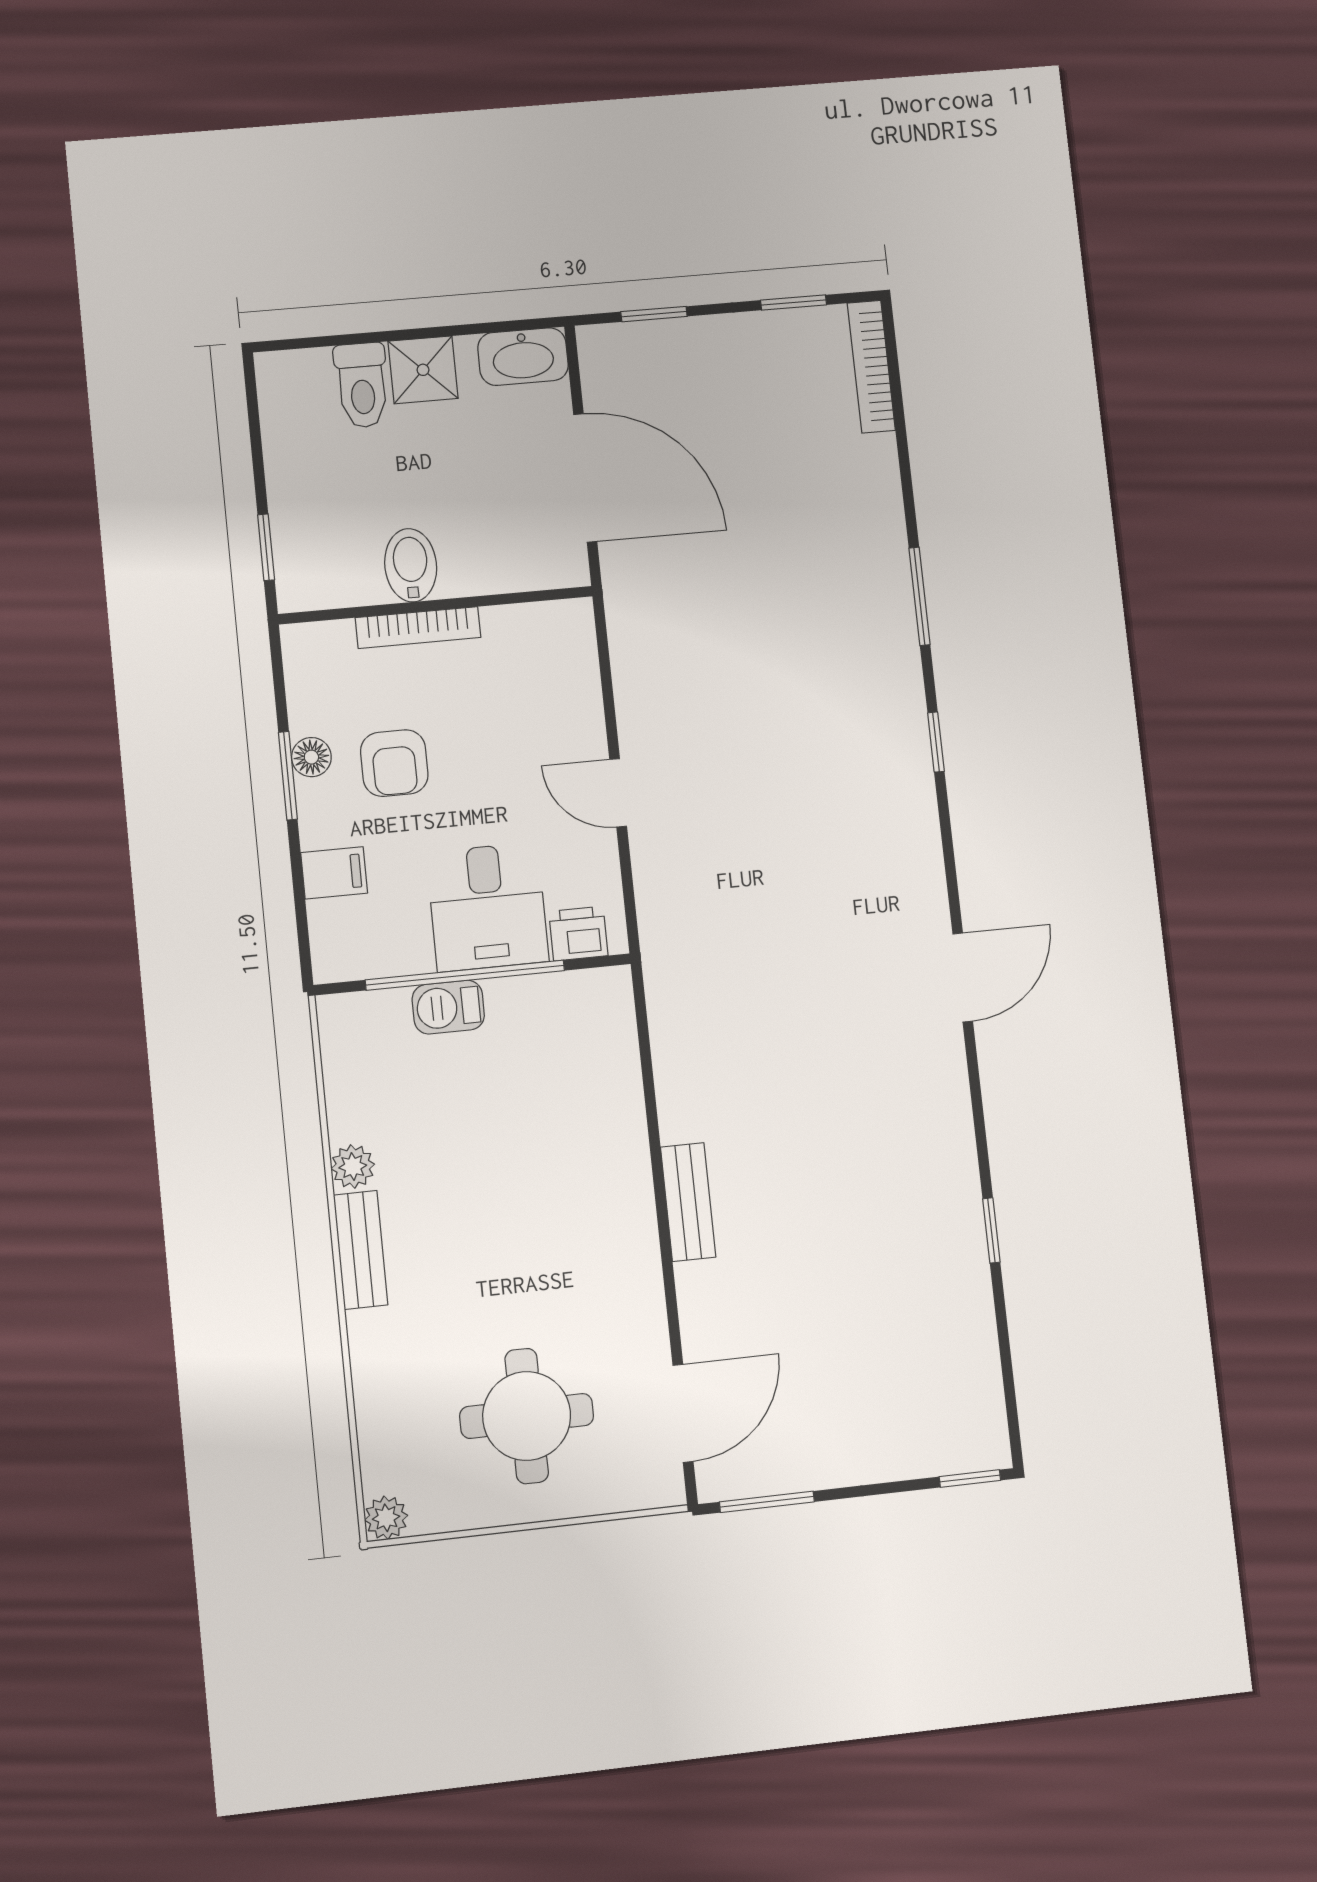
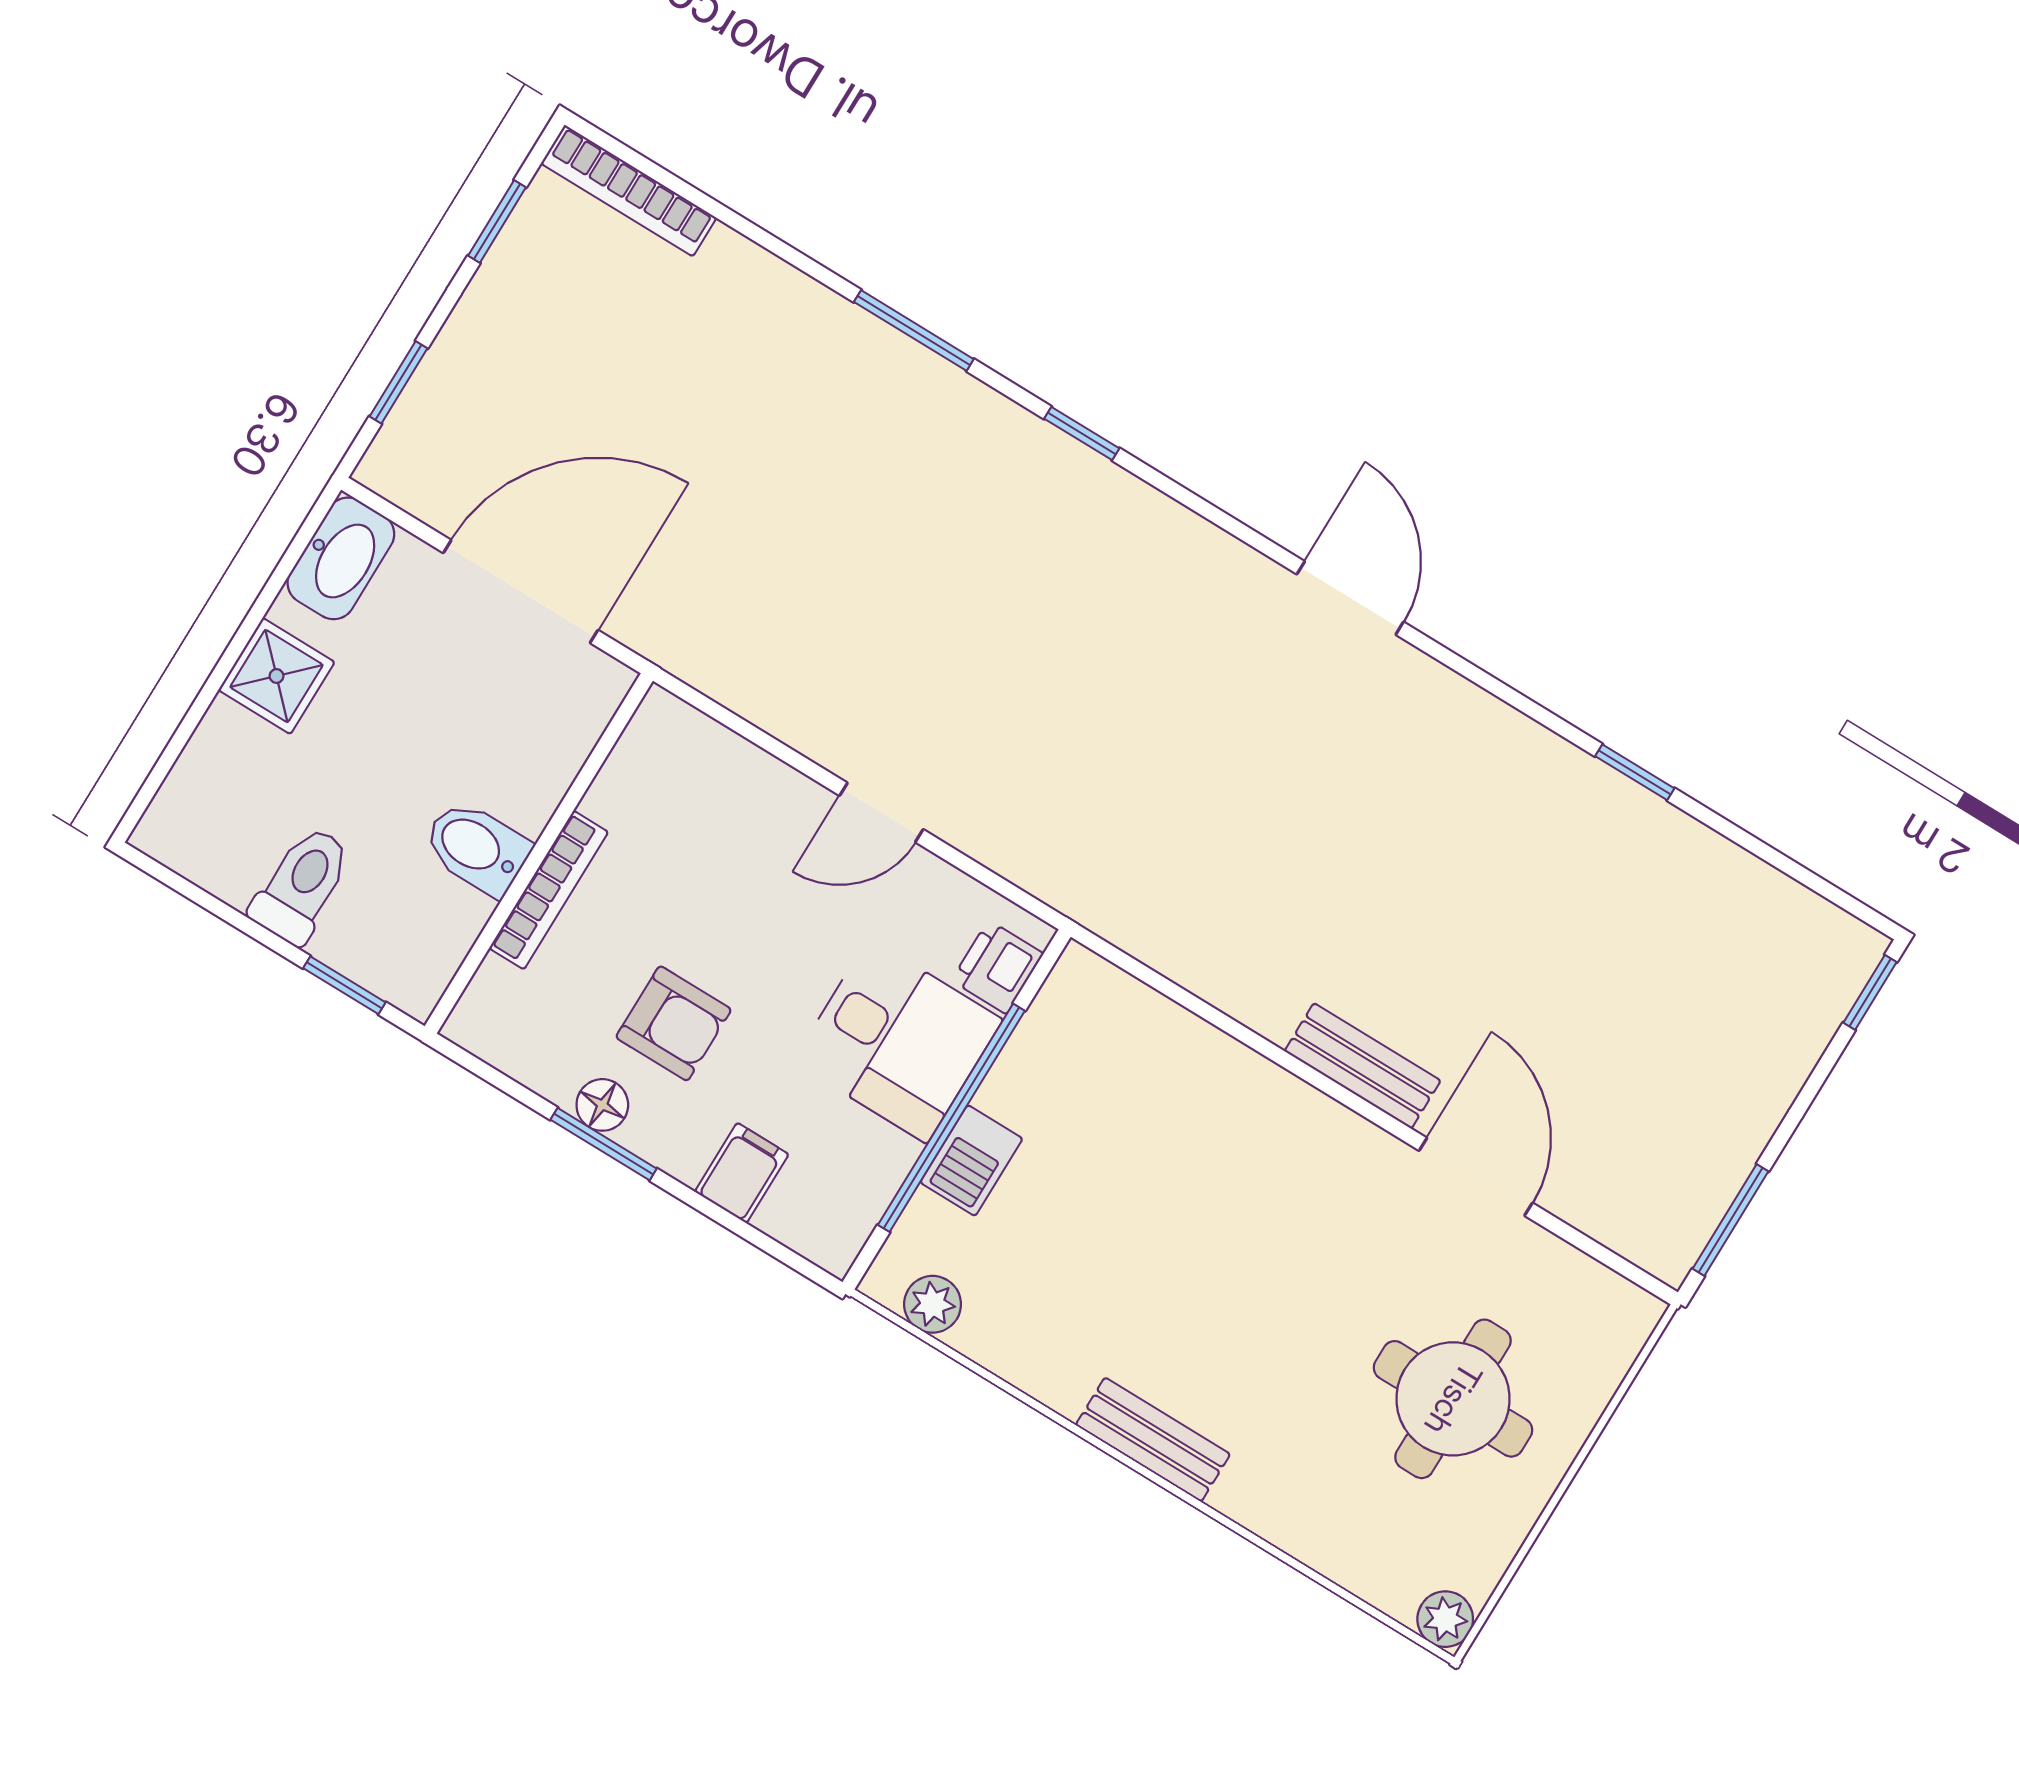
toilet: (362, 385) -> (302, 885), moved, turned -90
plant: (353, 1166) -> (933, 1304), moved
door: (683, 1413) -> (1476, 1177), moved

